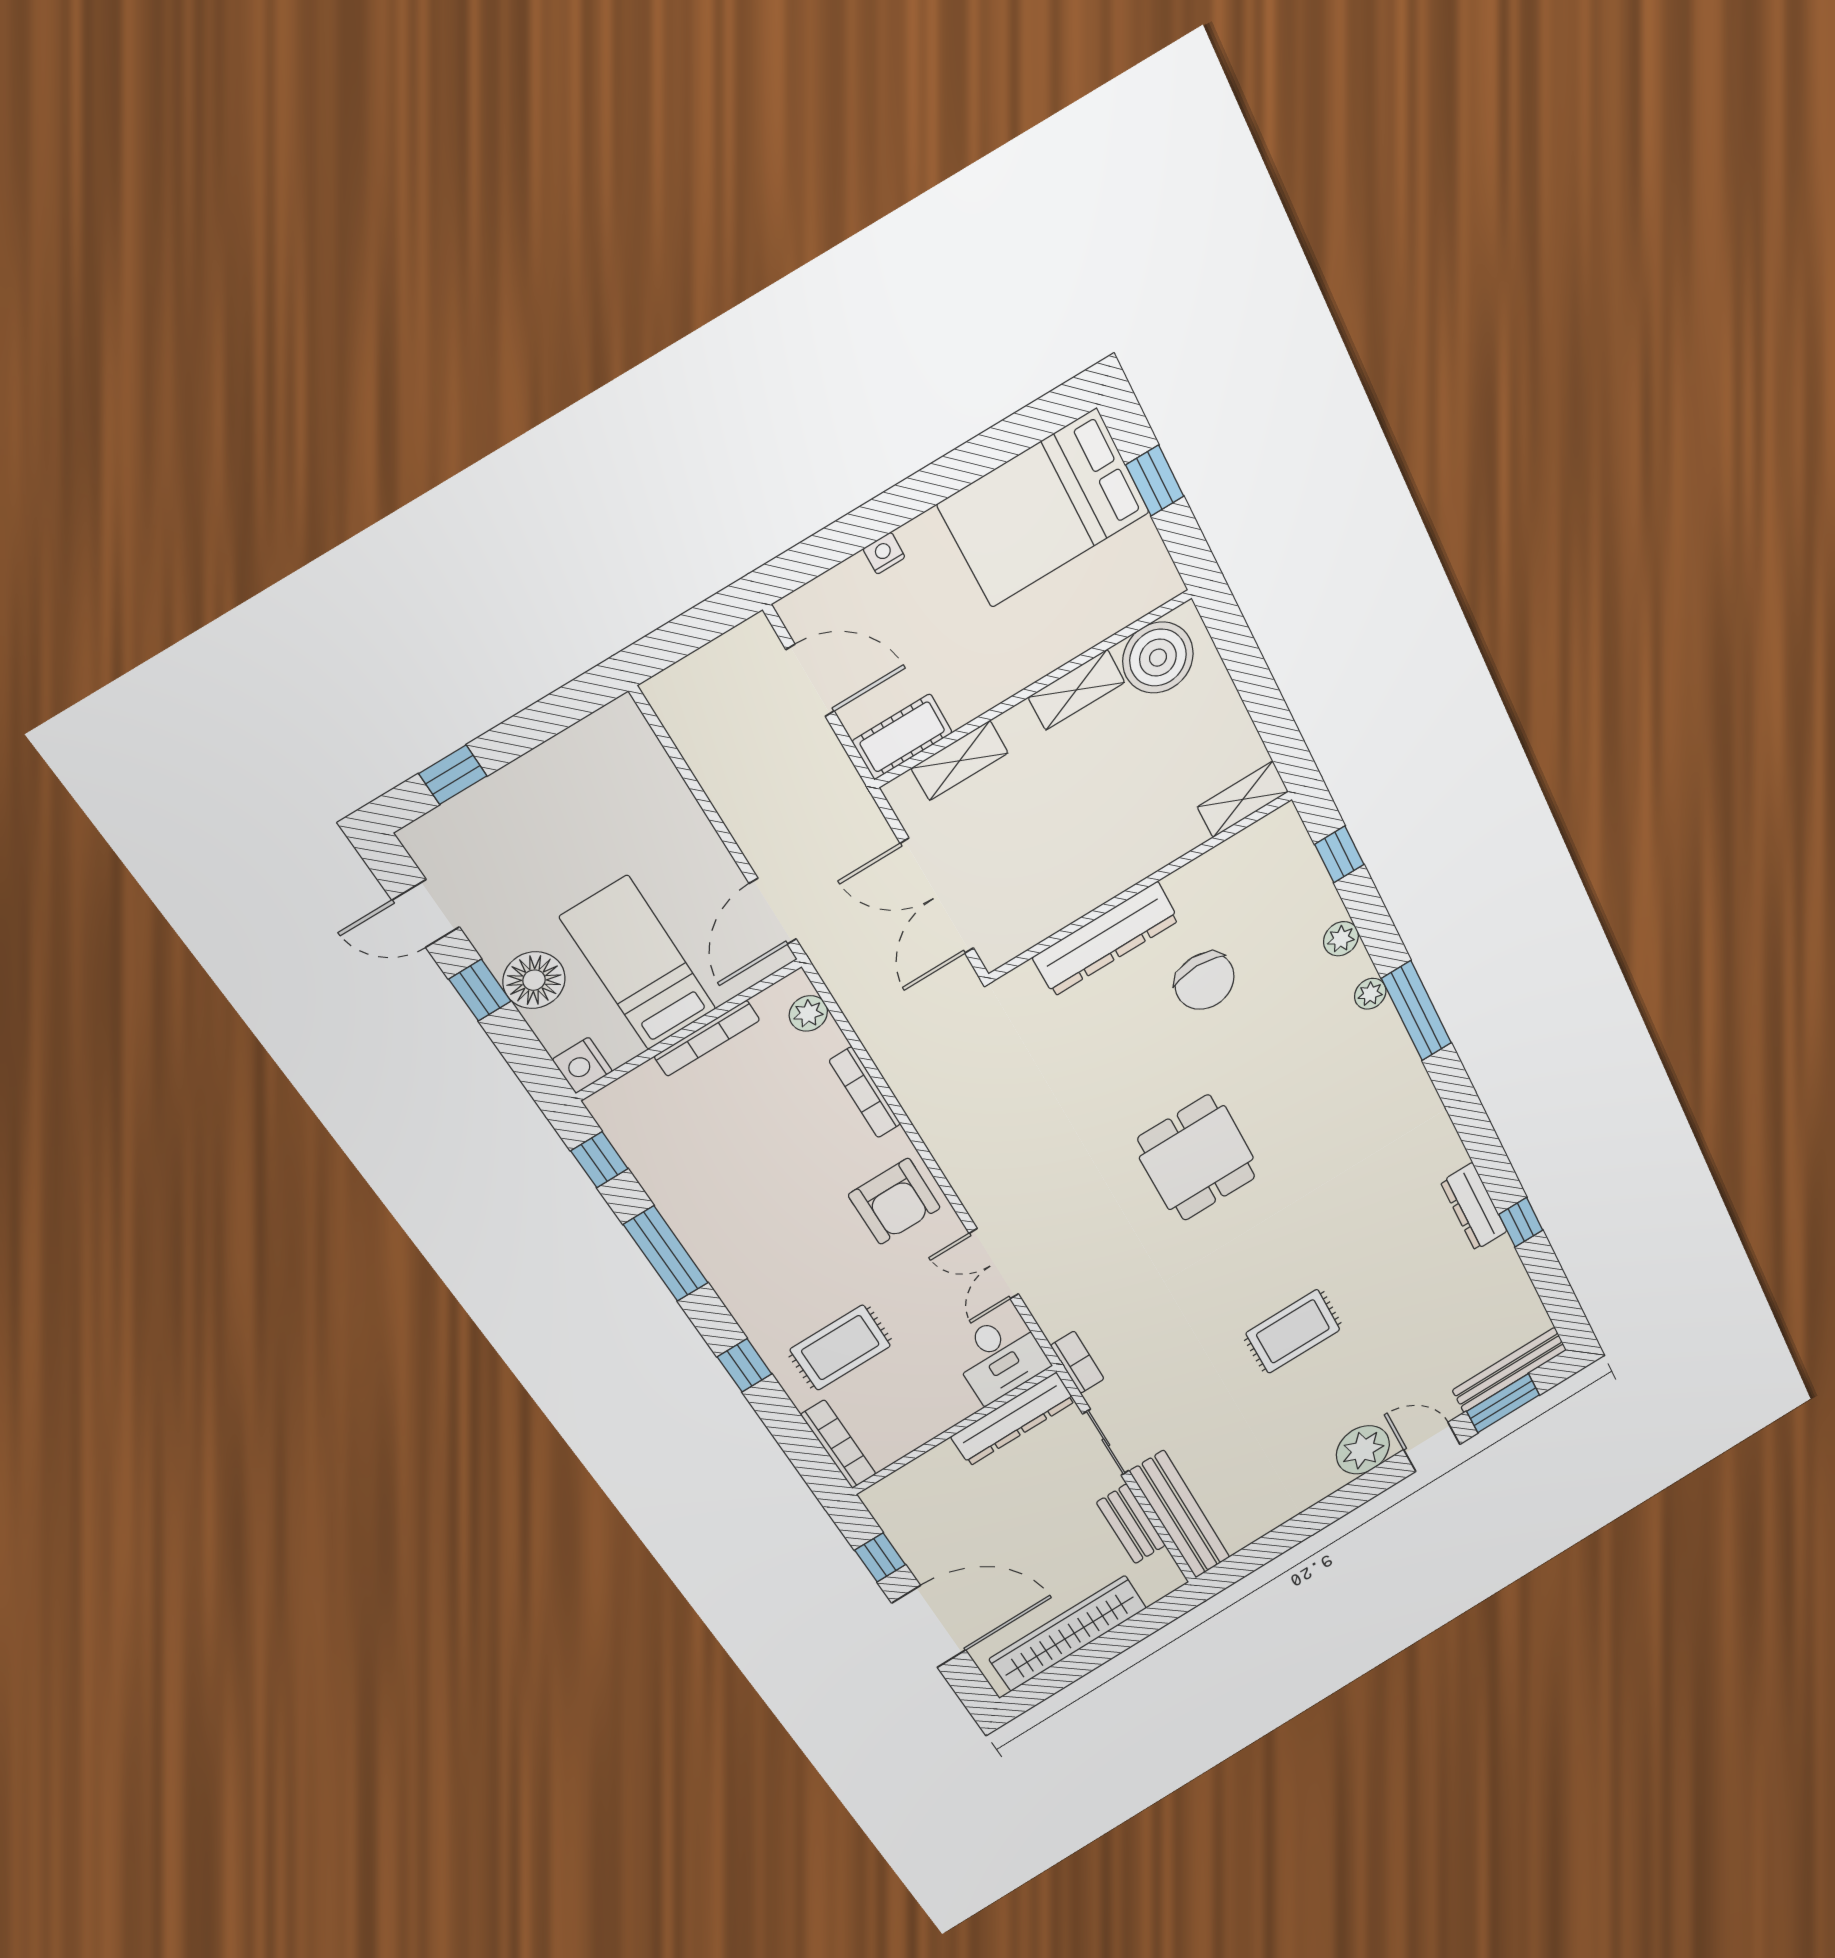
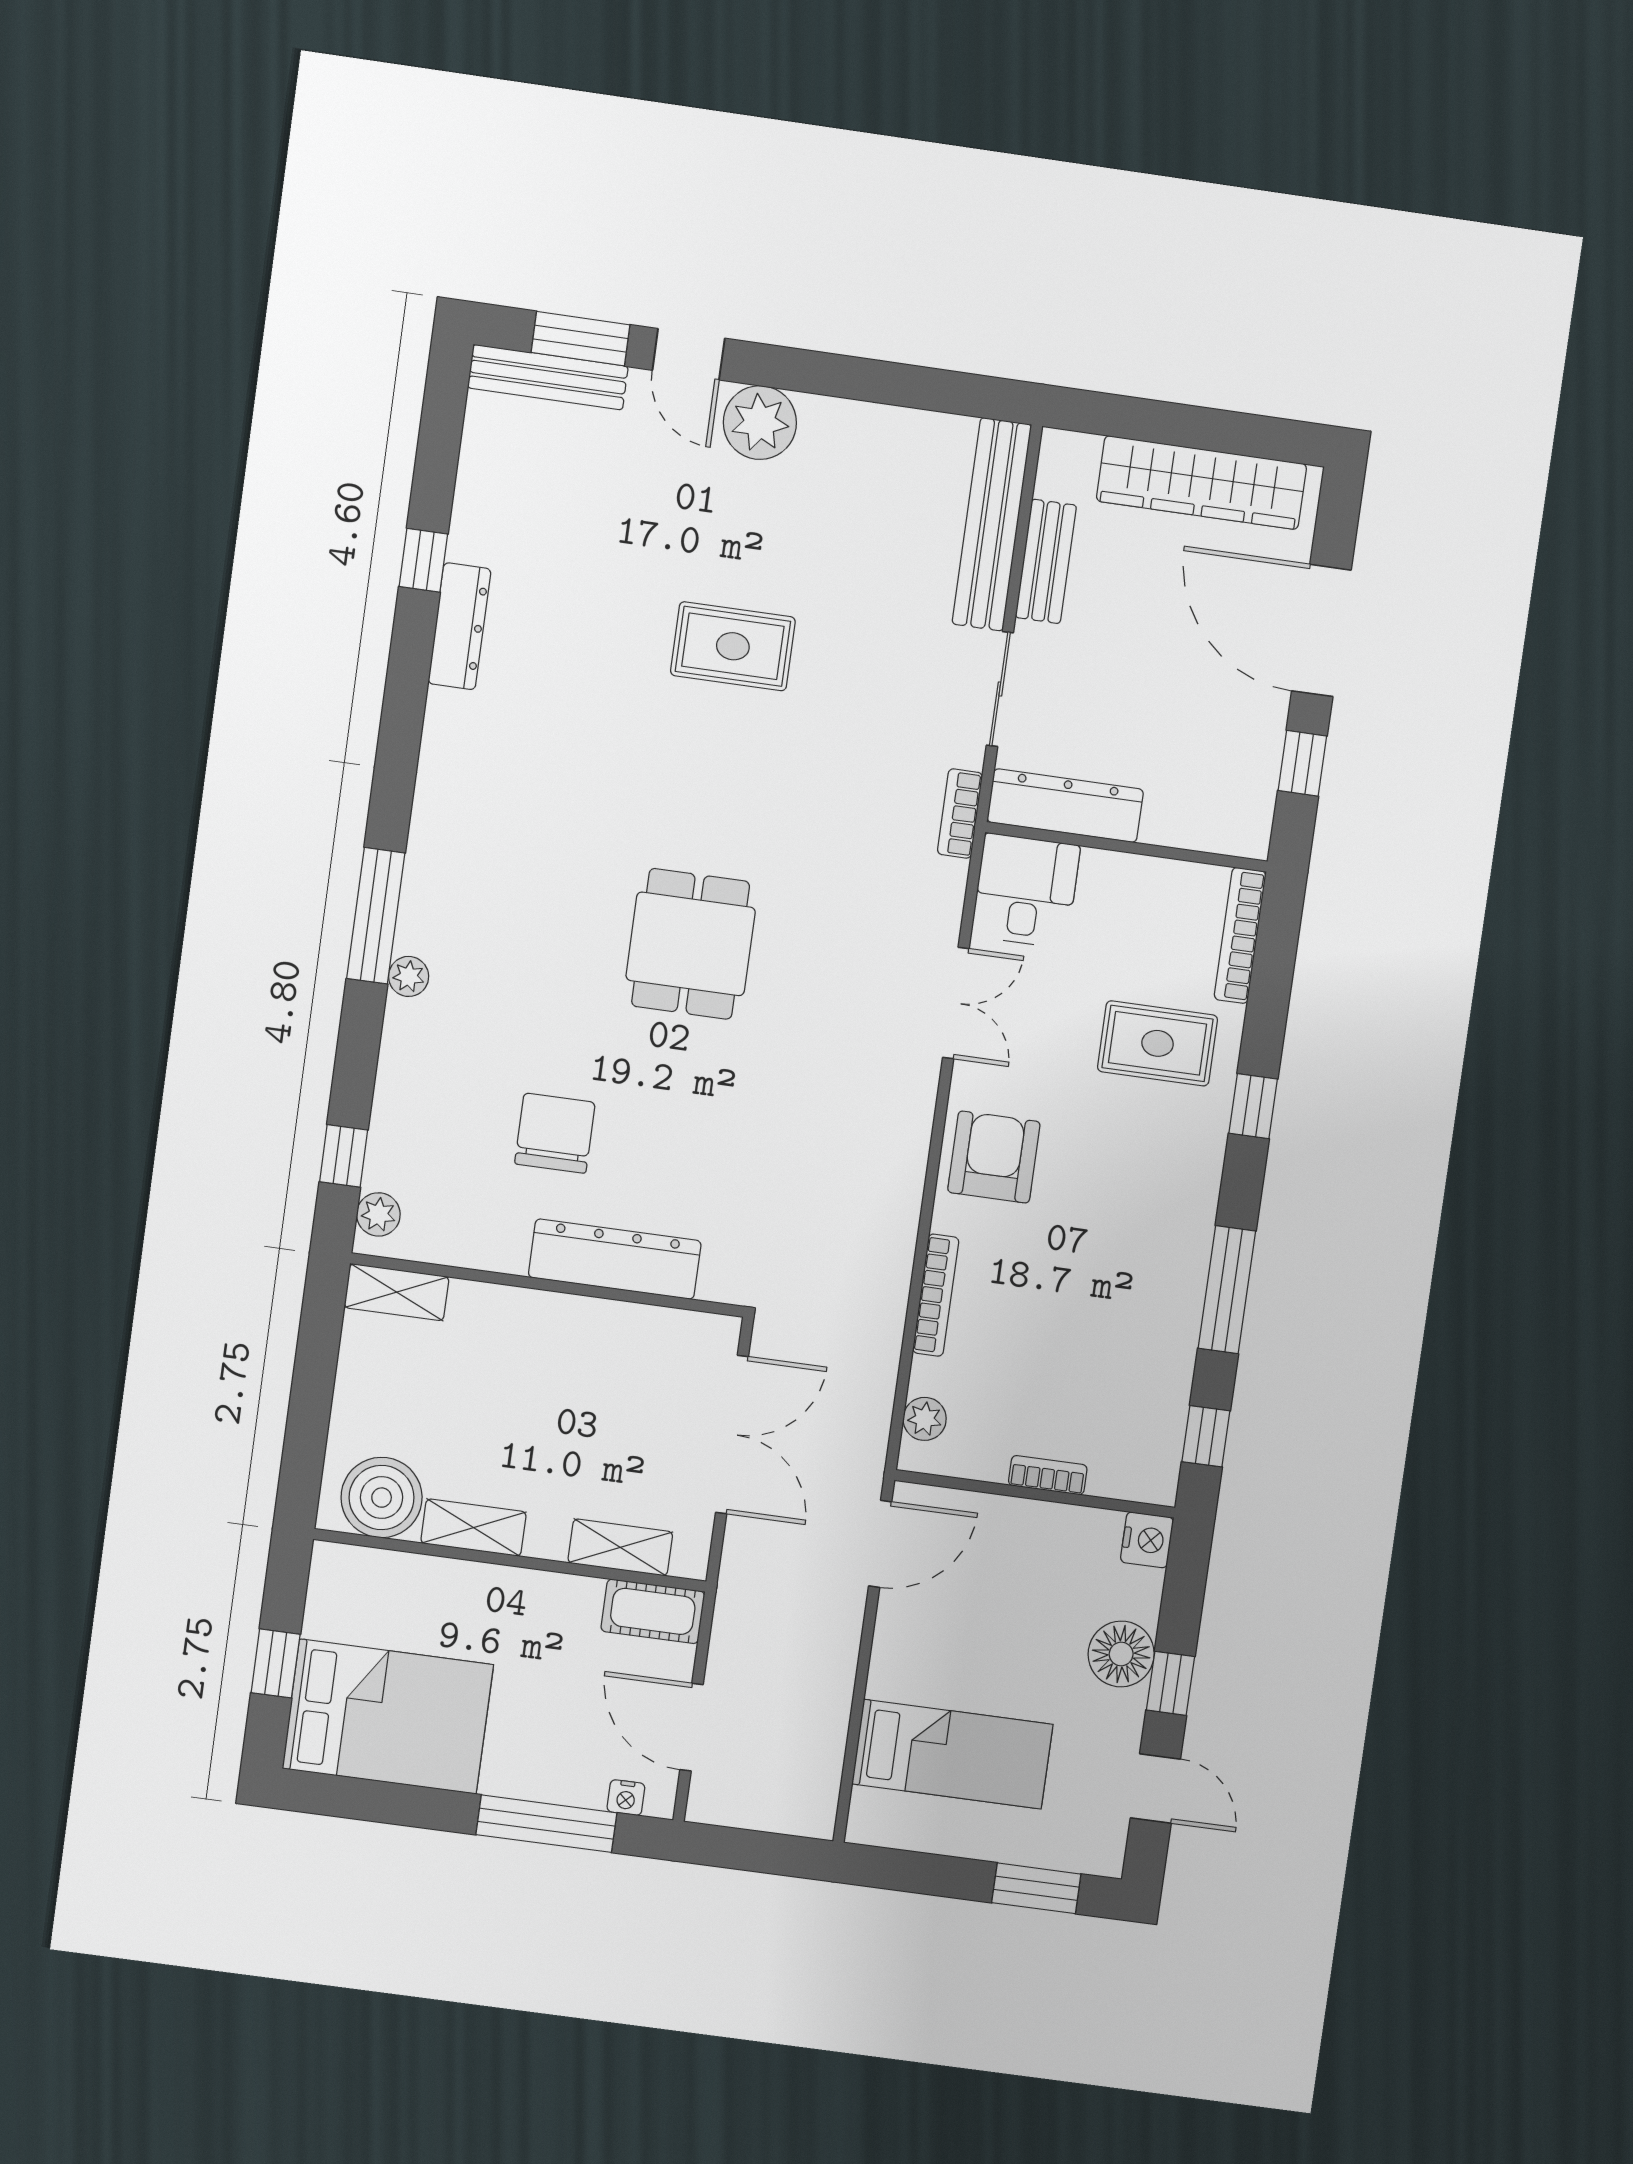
window: (866, 525) -> (546, 1824), added
nightstand: (884, 553) -> (626, 1798), moved
window: (453, 775) -> (1036, 1888), width x1.50
plant: (1341, 939) -> (378, 1214), moved
bed: (638, 963) -> (952, 1754), moved, turned -90
bookcase: (707, 1038) -> (1048, 1475), width x0.64

